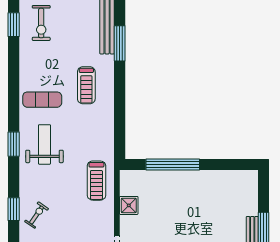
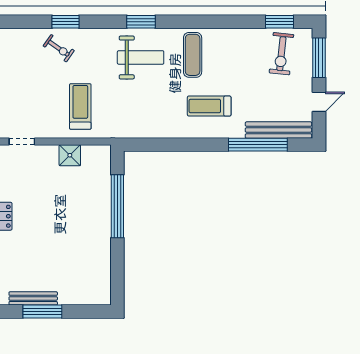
exercise bike: (41, 23) -> (281, 54), turned -84
window: (120, 43) -> (258, 145), width x1.46
treadmill: (96, 181) -> (80, 106), moved, turned 90

